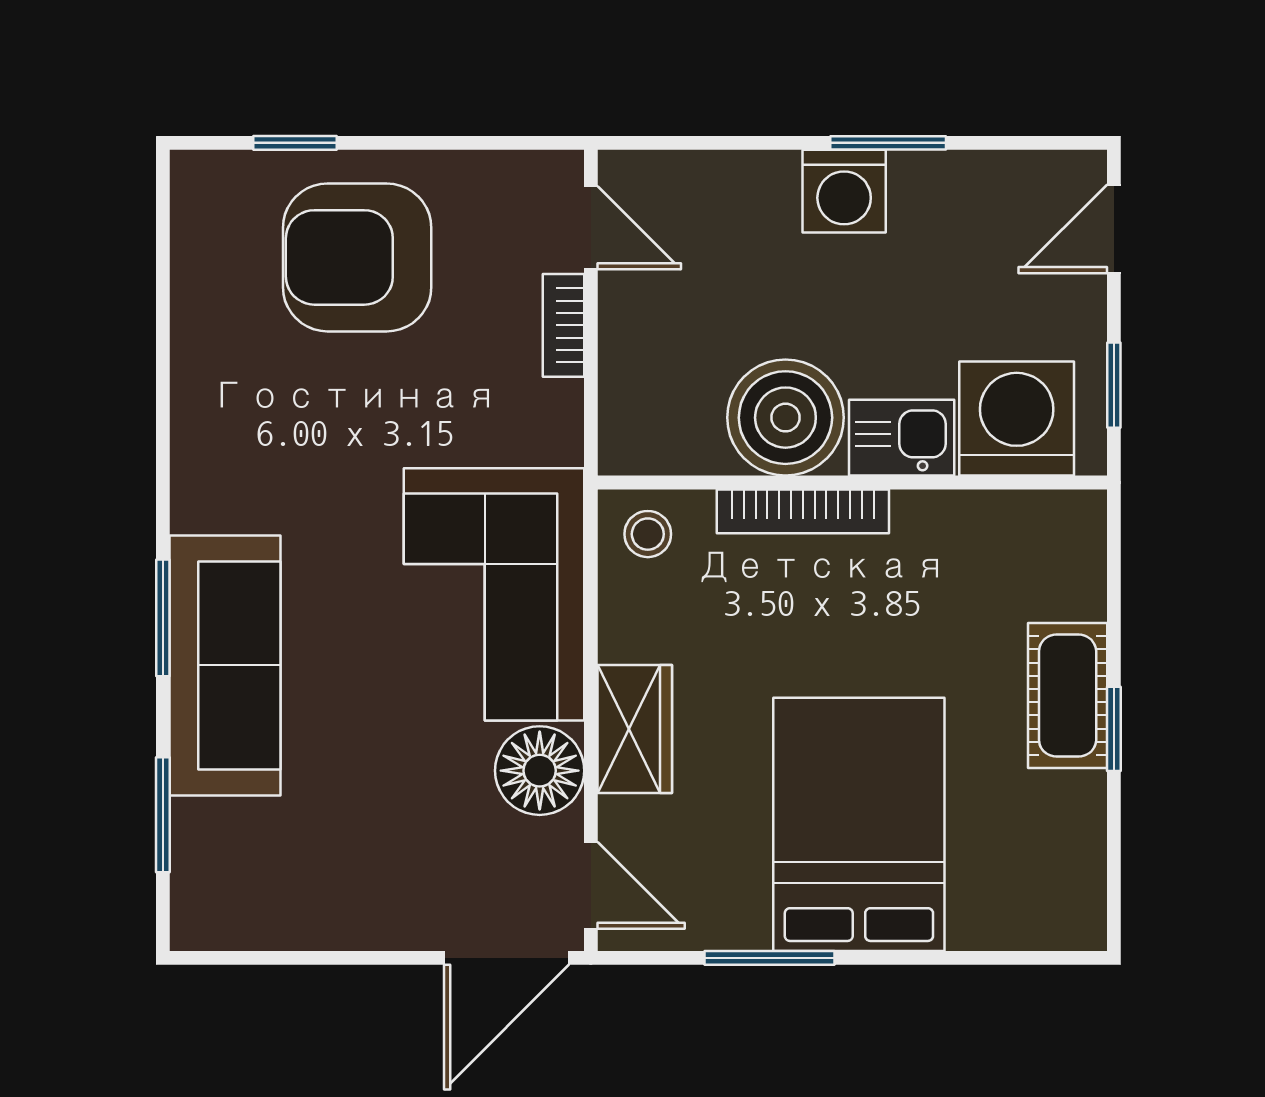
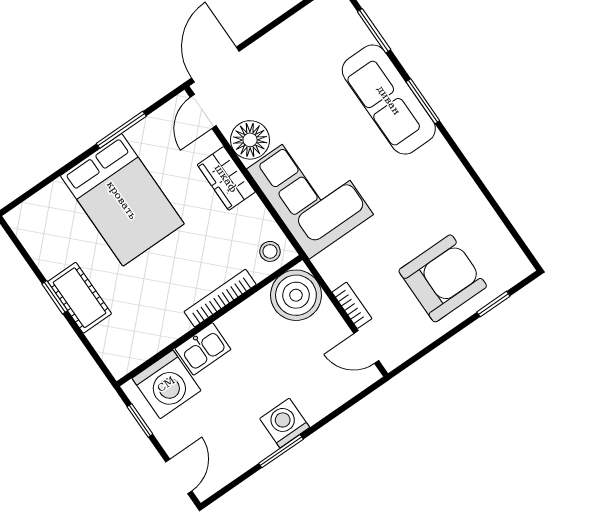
boiler: (785, 418) -> (296, 295), moved
door: (591, 885) -> (203, 112), hinge flipped

